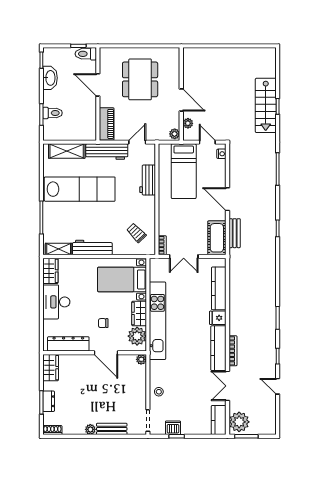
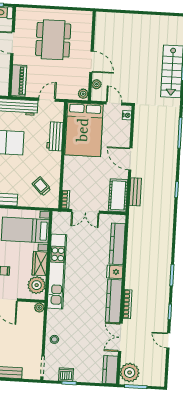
bed: (184, 171) -> (84, 130), width x1.50

